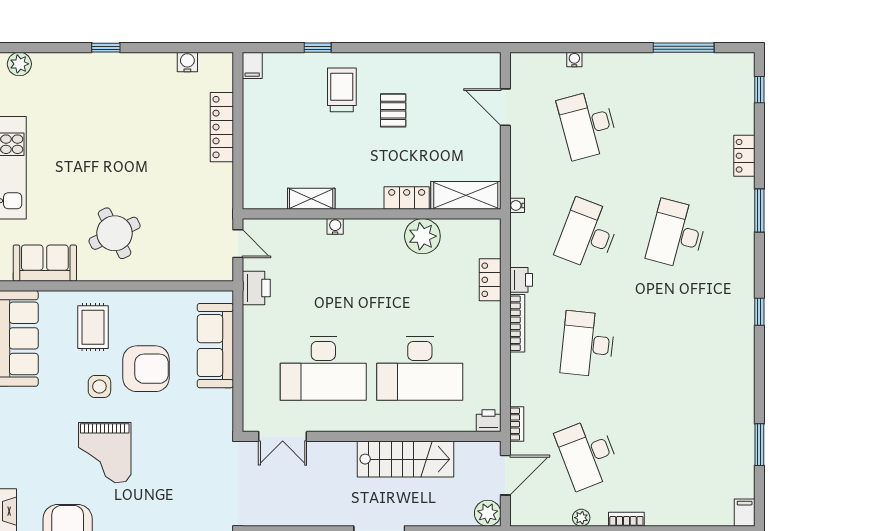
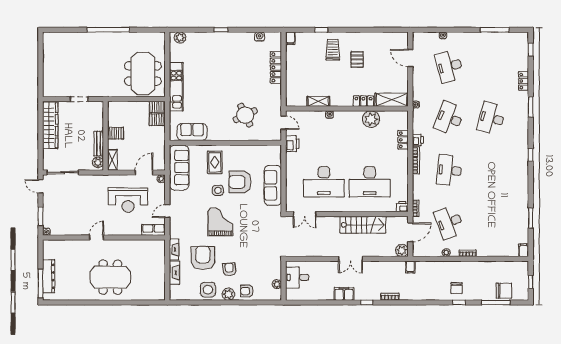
round table: (115, 233) -> (245, 115), moved
sofa: (215, 346) -> (273, 185), moved
armchair: (146, 369) -> (240, 182), turned 180
grand piano: (105, 453) -> (220, 222), turned 180

